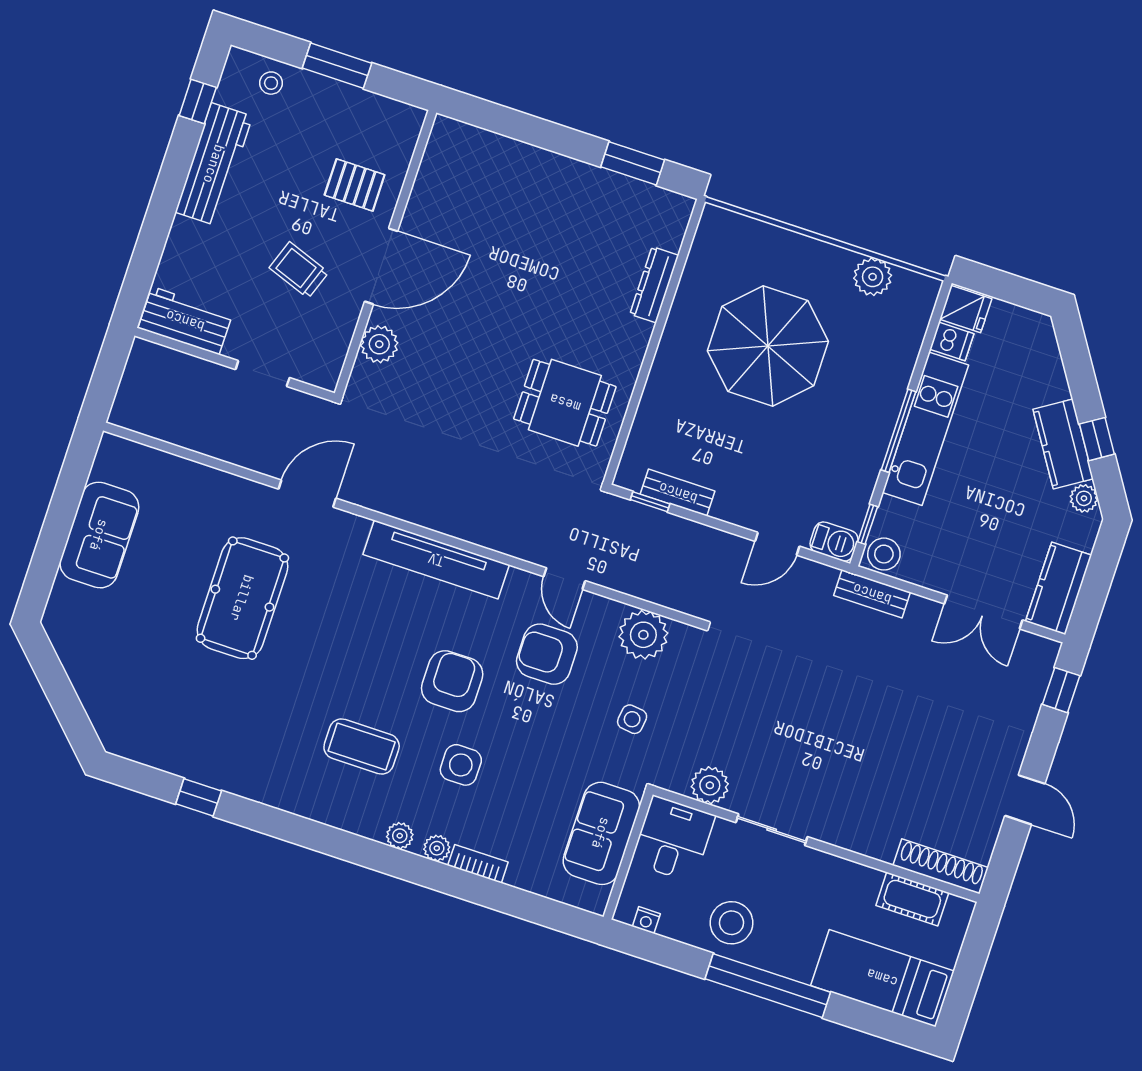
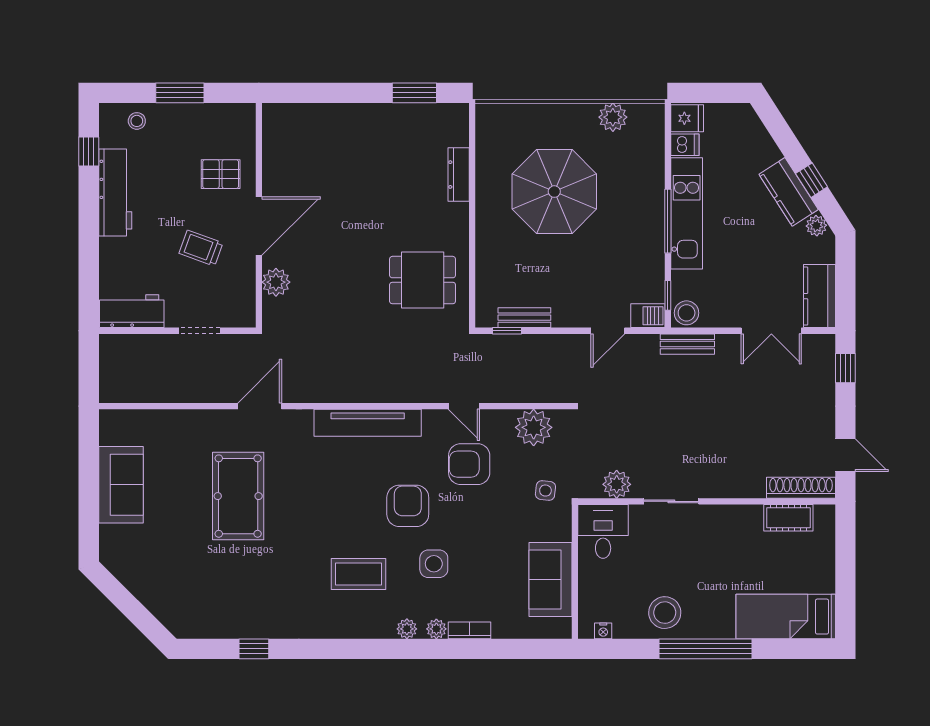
plant: (710, 785) -> (617, 484), moved
sliding door: (772, 830) -> (671, 501), moved
desk: (673, 839) -> (603, 531), moved
wall: (816, 844) -> (707, 501), moved
shoe rack: (941, 866) -> (801, 488), moved
cot: (912, 899) -> (788, 518), moved

